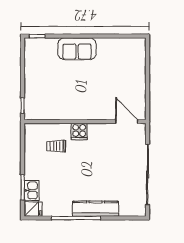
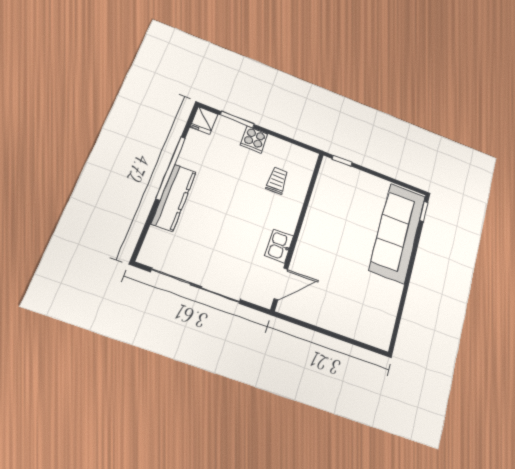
sofa: (77, 49) -> (397, 233), width x1.85, depth x1.27
cooker: (79, 132) -> (254, 139), moved, turned -90
kitchen sink: (32, 190) -> (279, 246), moved, turned 90

